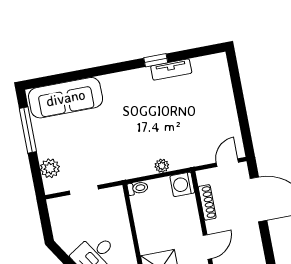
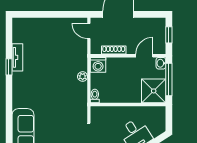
door: (207, 247) -> (144, 56), hinge flipped

